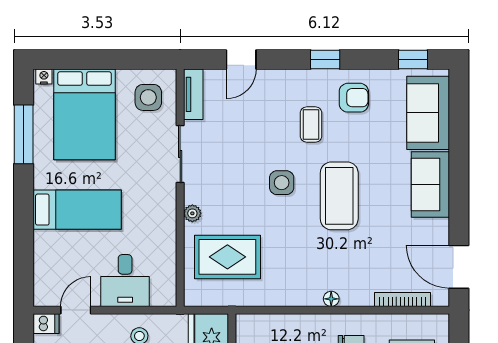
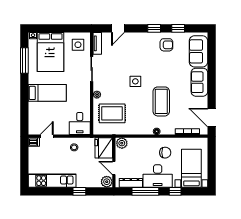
window: (413, 60) -> (178, 28), moved
coffee table: (311, 125) -> (148, 56), removed
coffee table: (339, 196) -> (161, 101), moved
desk: (125, 281) -> (80, 123), moved
plant: (250, 326) -> (122, 143), added

